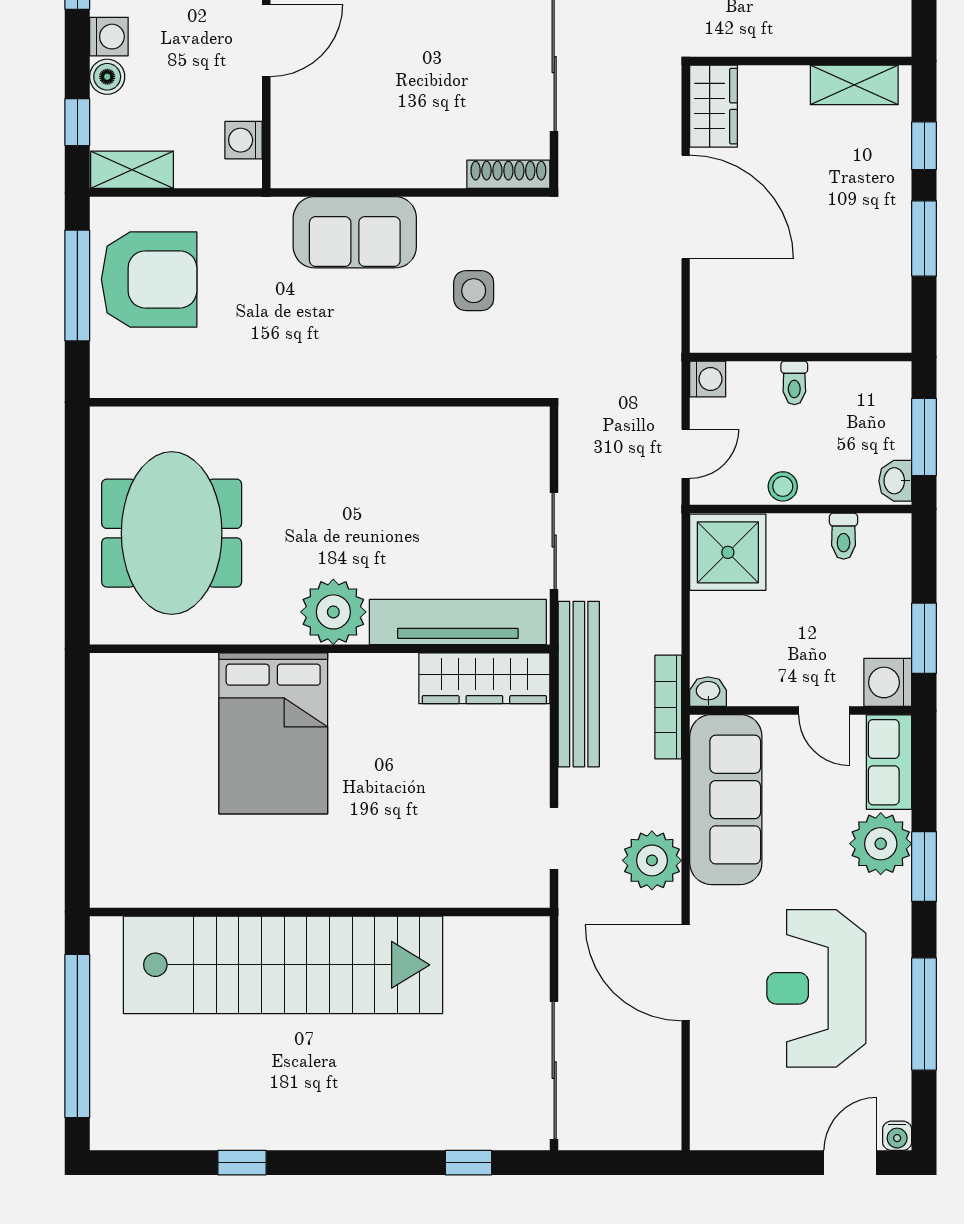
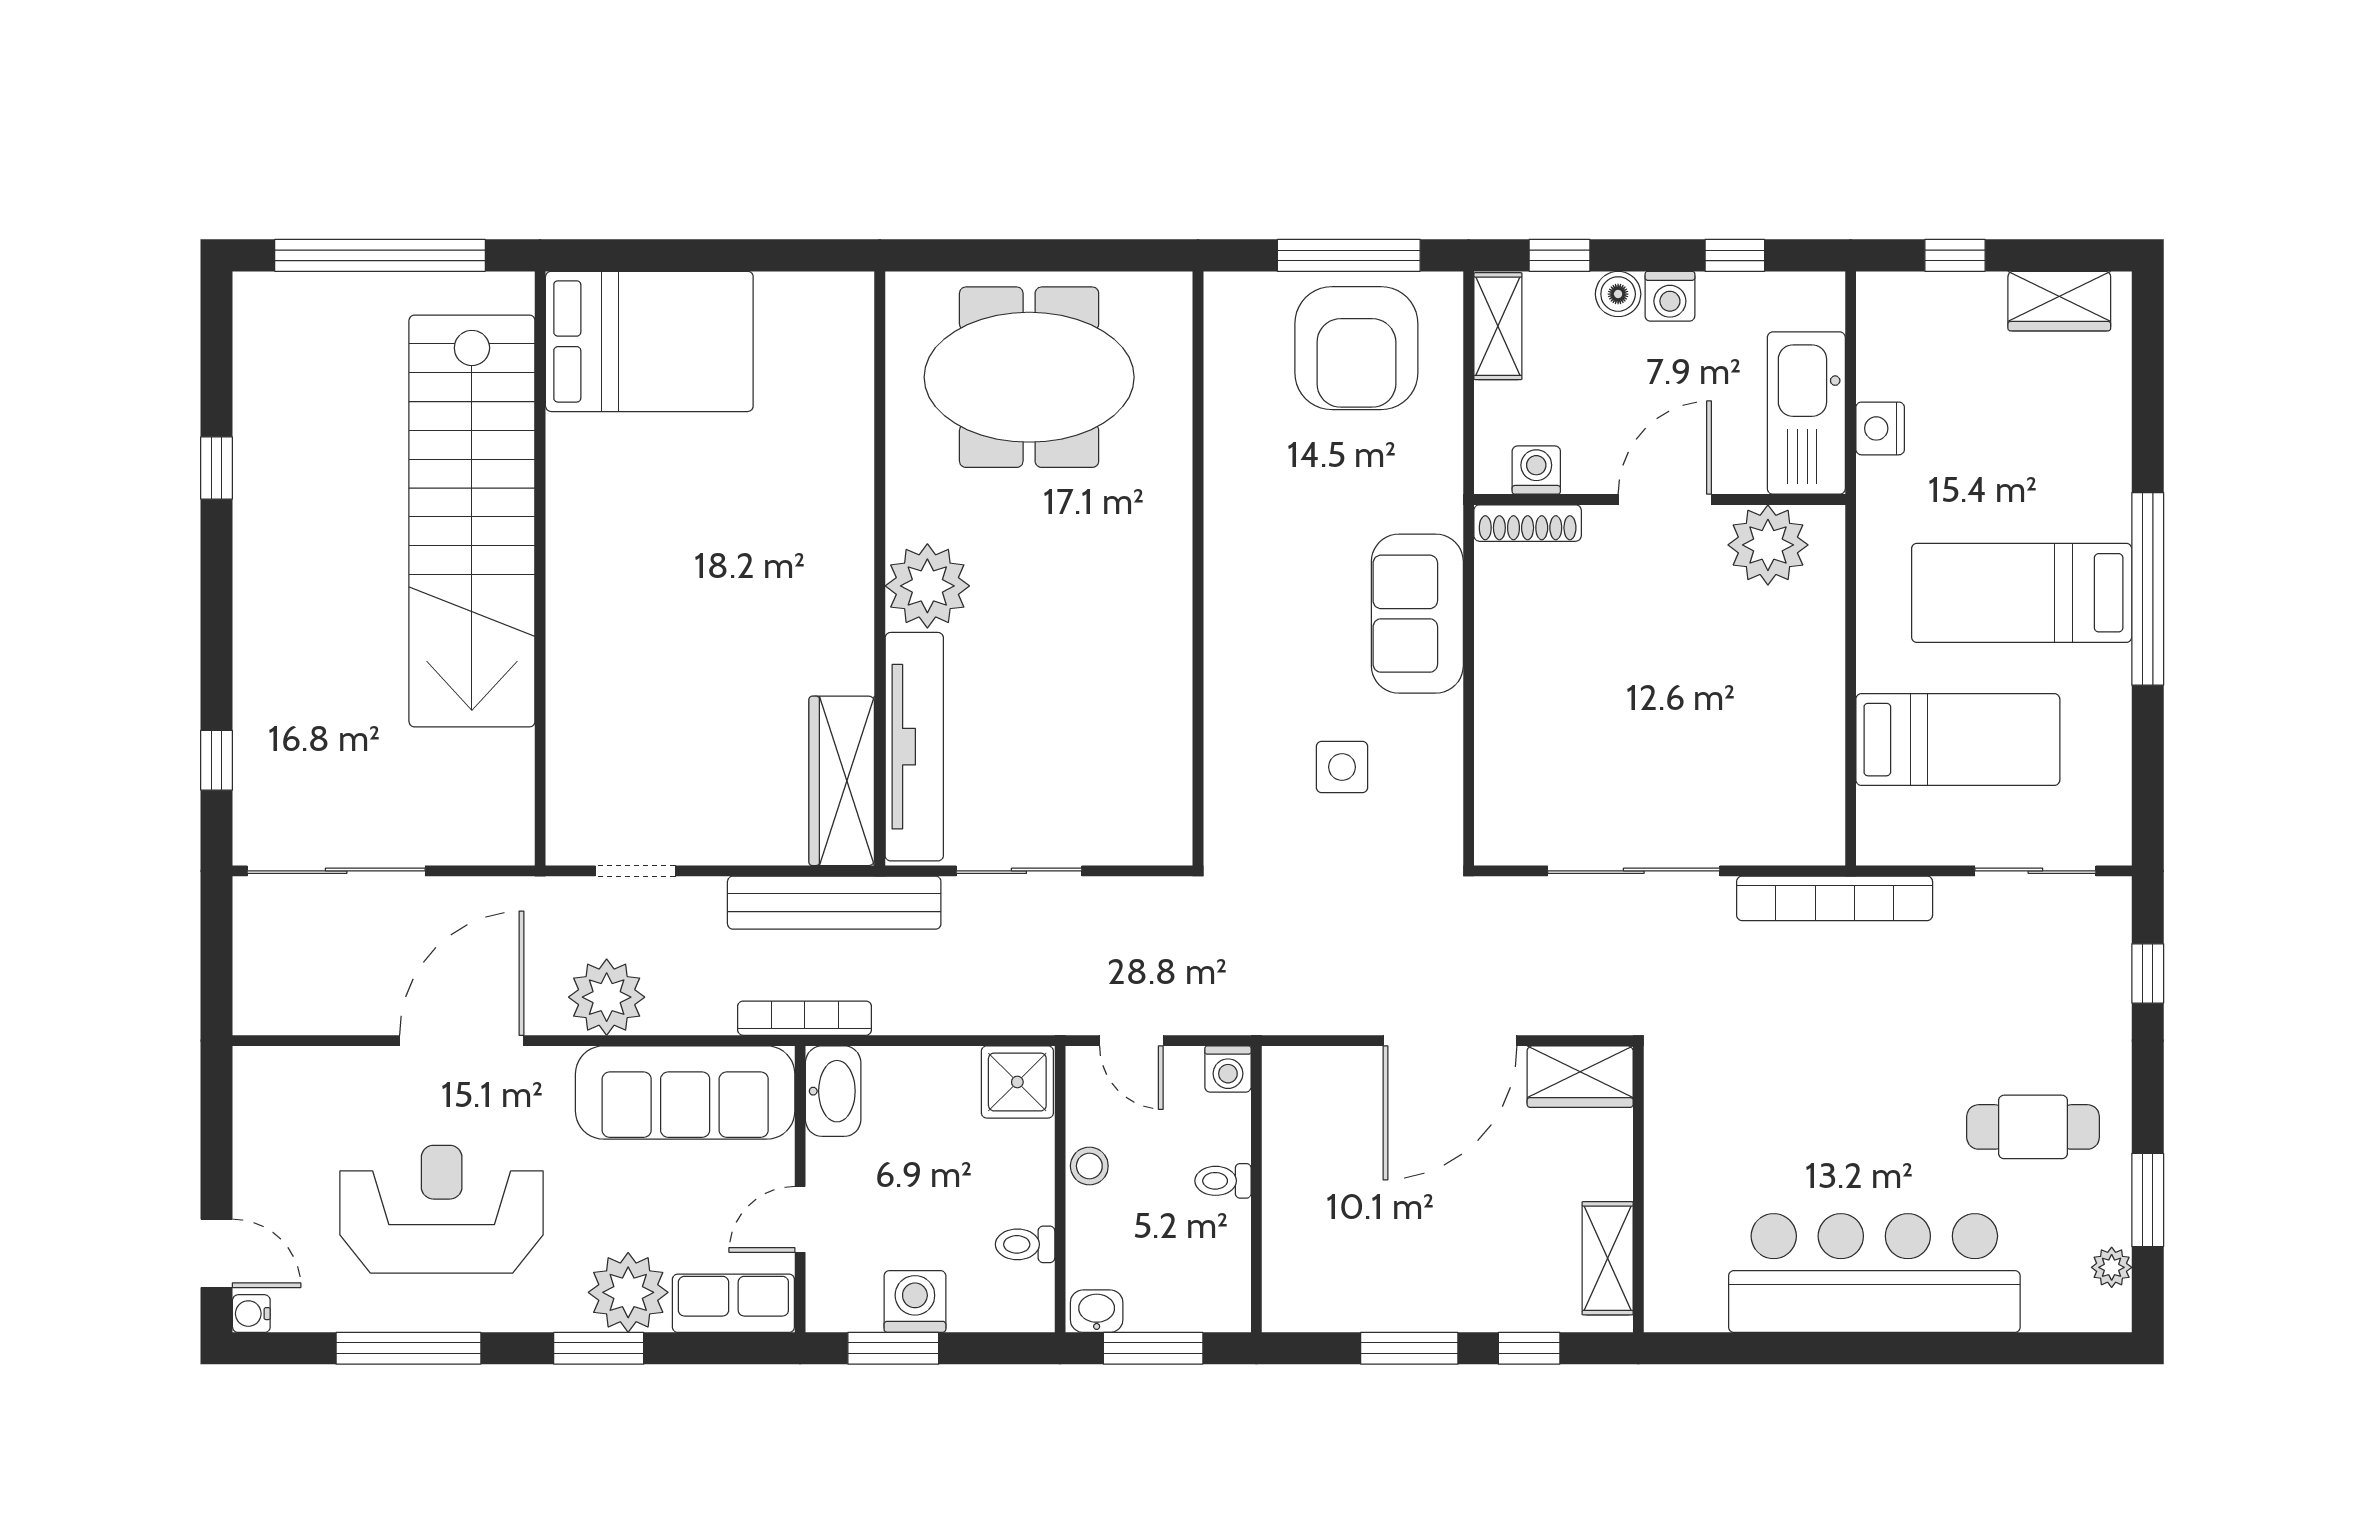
door: (266, 40) -> (1665, 499), swing flipped
shoe rack: (508, 174) -> (1528, 523), moved, turned 90
shower: (728, 552) -> (1017, 1082), width x0.73, depth x0.73
washing machine: (888, 682) -> (915, 1301), moved
washbasin: (708, 692) -> (833, 1091), width x1.91, depth x1.45
bed: (273, 733) -> (649, 341), moved, turned 180

